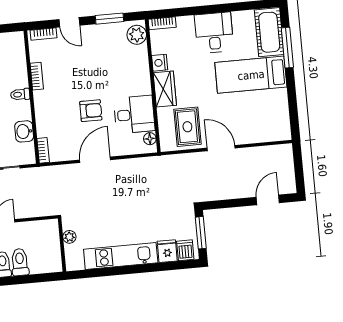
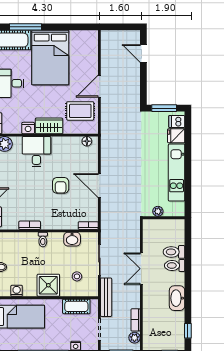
bed: (251, 75) -> (50, 58), width x1.50
armchair: (91, 111) -> (61, 185), turned 180
desk: (134, 115) -> (36, 152), moved

